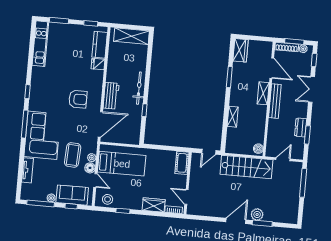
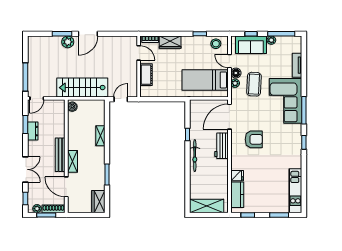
armchair: (78, 99) -> (254, 139), turned 180
door: (283, 159) -> (37, 98), moved
cot: (182, 163) -> (146, 75), moved

